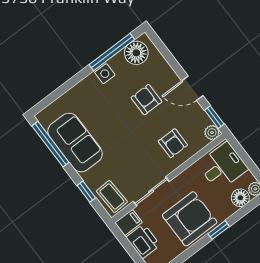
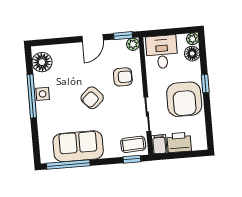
window: (112, 52) -> (32, 96), moved
armchair: (146, 100) -> (92, 98), moved, turned -42
window: (86, 192) -> (132, 159), moved
armchair: (190, 219) -> (184, 99), turned 180

